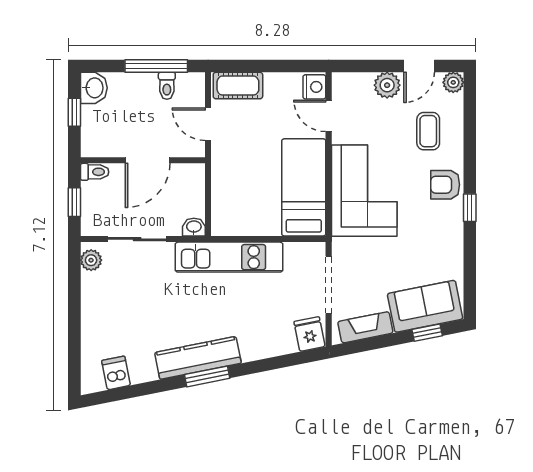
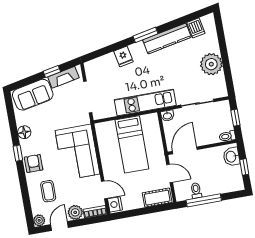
bookcase: (352, 80) -> (95, 212), added
washbasin: (94, 88) -> (231, 157), moved
door: (148, 160) -> (185, 150), moved
armchair: (445, 185) -> (34, 163), turned -90
bed: (304, 187) -> (132, 144), moved
floor lamp: (452, 243) -> (24, 132), added
plant: (91, 260) -> (211, 64), moved, width x1.87, depth x1.87
window: (427, 333) -> (52, 72), moved
fridge: (309, 334) -> (123, 56), moved
kitchen counter: (198, 358) -> (167, 38), moved

